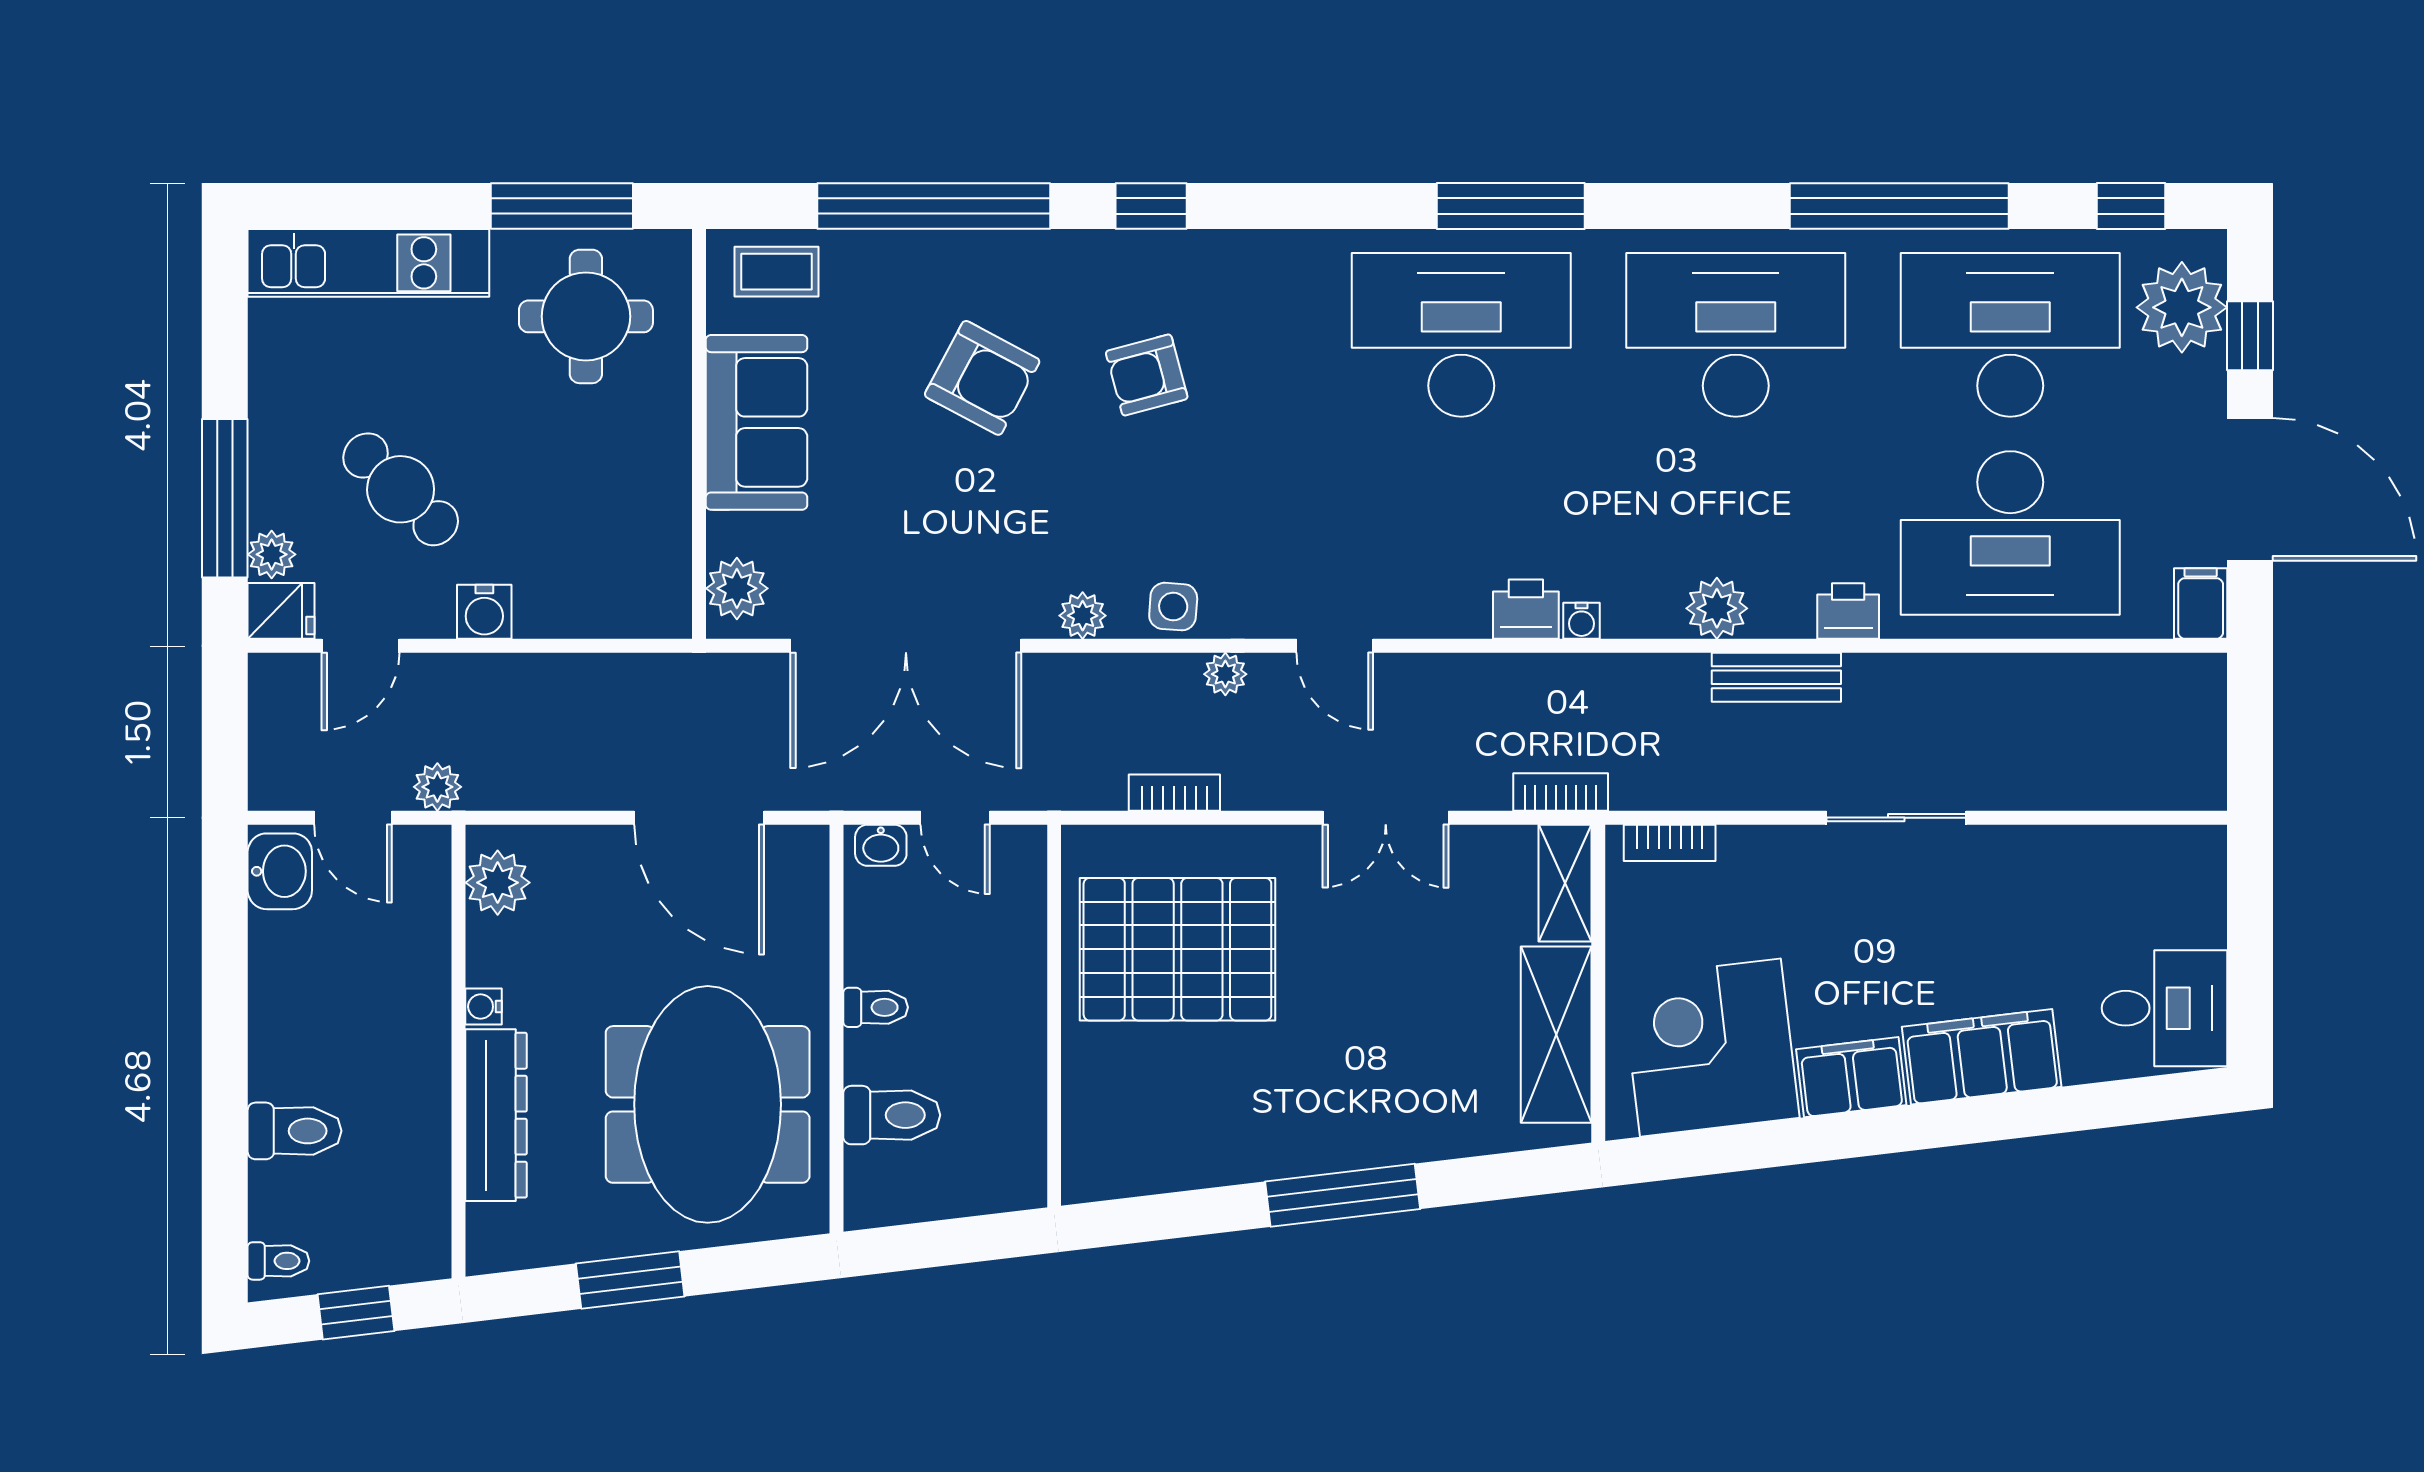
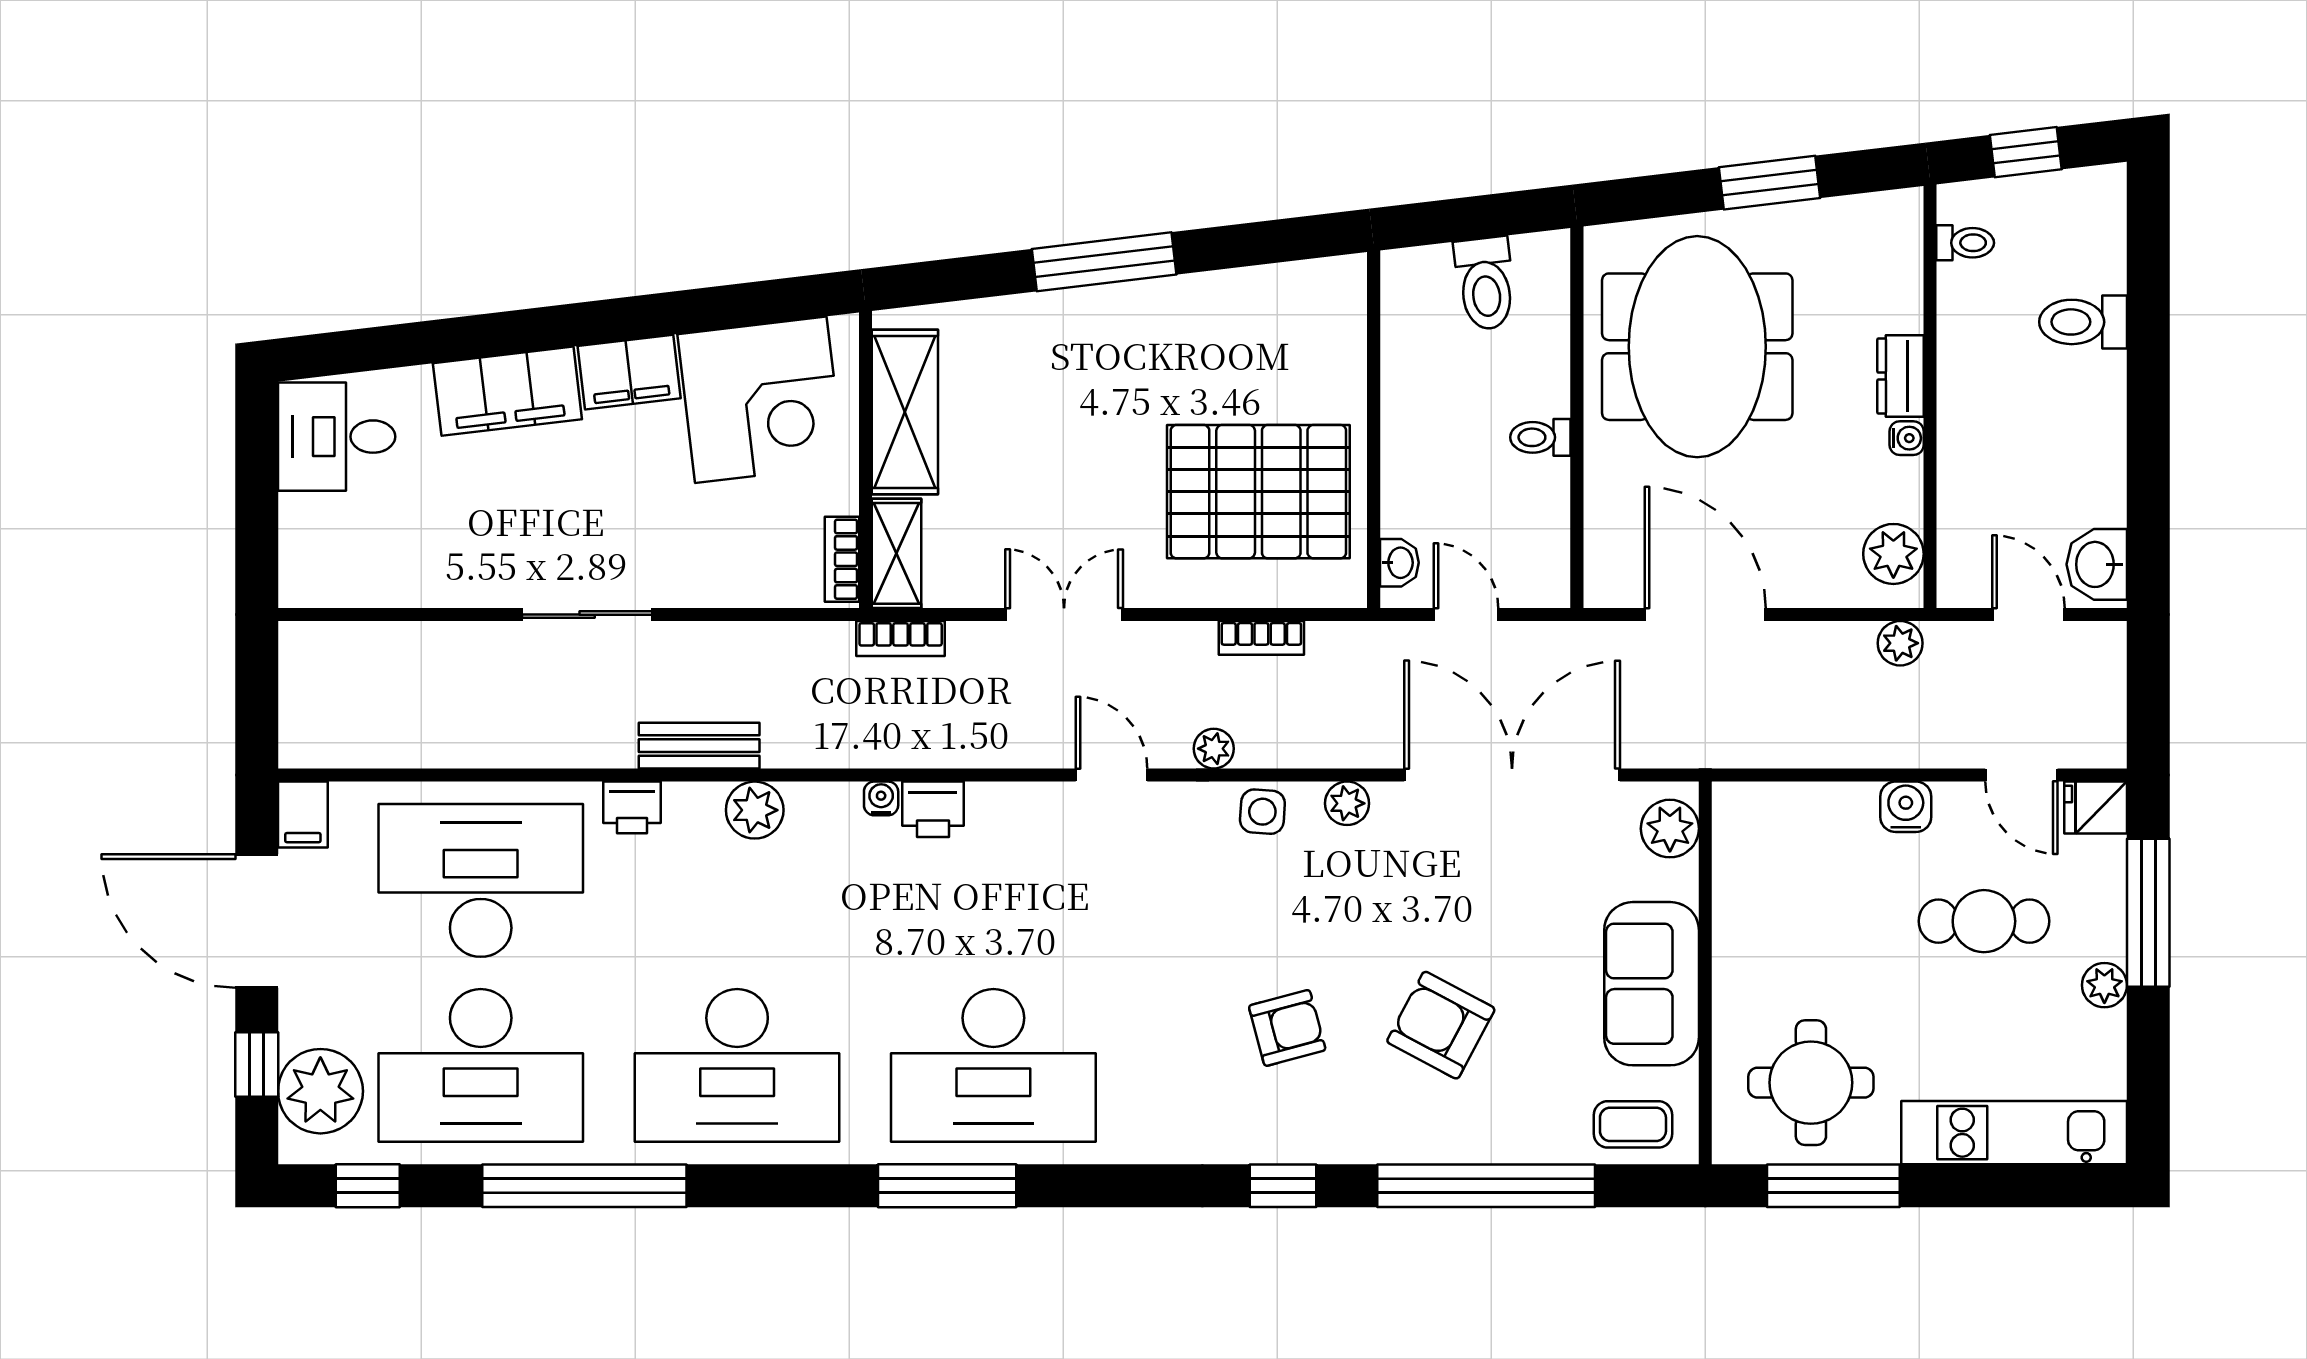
cafe table: (401, 489) -> (1984, 921), turned -44
plant: (272, 554) -> (2104, 985), moved
door: (360, 646) -> (2021, 775), swing flipped
plant: (437, 787) -> (1900, 643), moved
bookcase: (1670, 843) -> (842, 559), moved, turned -90
washbasin: (881, 845) -> (1399, 563), moved, turned 90
dresser: (496, 1115) -> (1901, 376), width x0.51, depth x0.80
toilet: (892, 1115) -> (1485, 284), moved, turned -97
toilet: (278, 1261) -> (1965, 243), moved, turned 180

